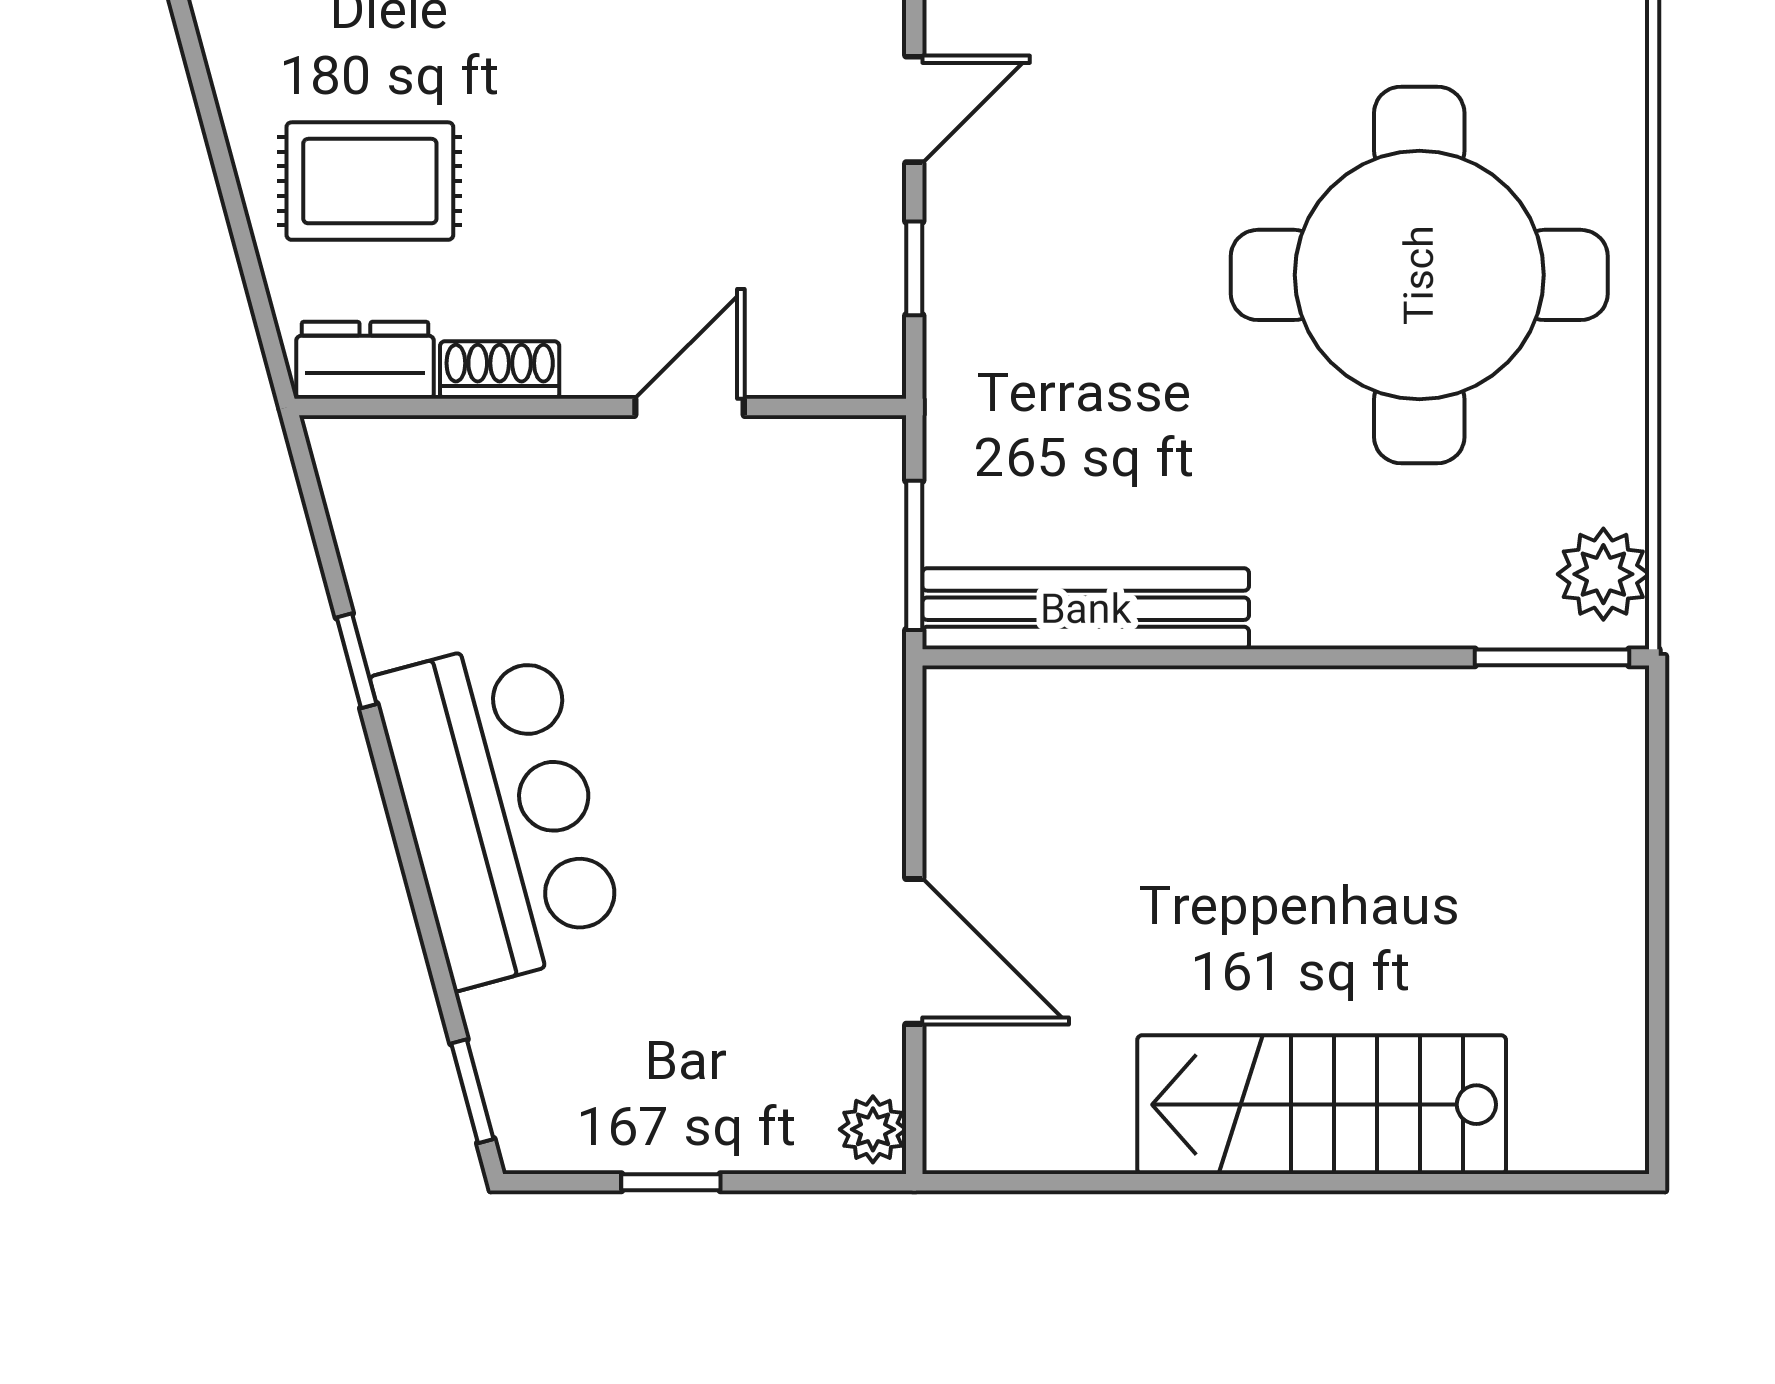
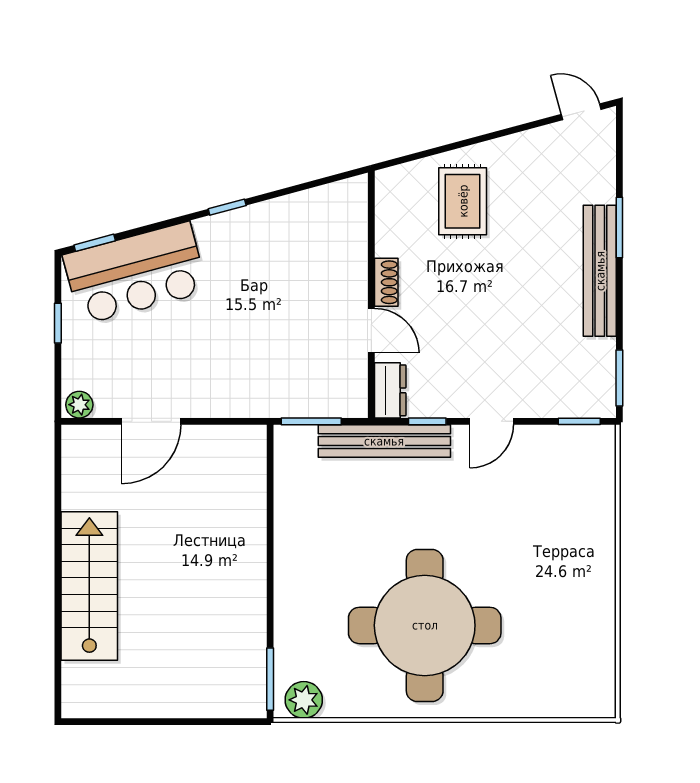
door: (914, 109) -> (492, 421), hinge flipped
dresser: (365, 360) -> (390, 390), moved
shoe rack: (500, 370) -> (386, 282), moved
bench: (1086, 609) -> (384, 441), moved, turned 90
window: (357, 661) -> (227, 207), moved
bar counter: (499, 811) -> (135, 273), moved

